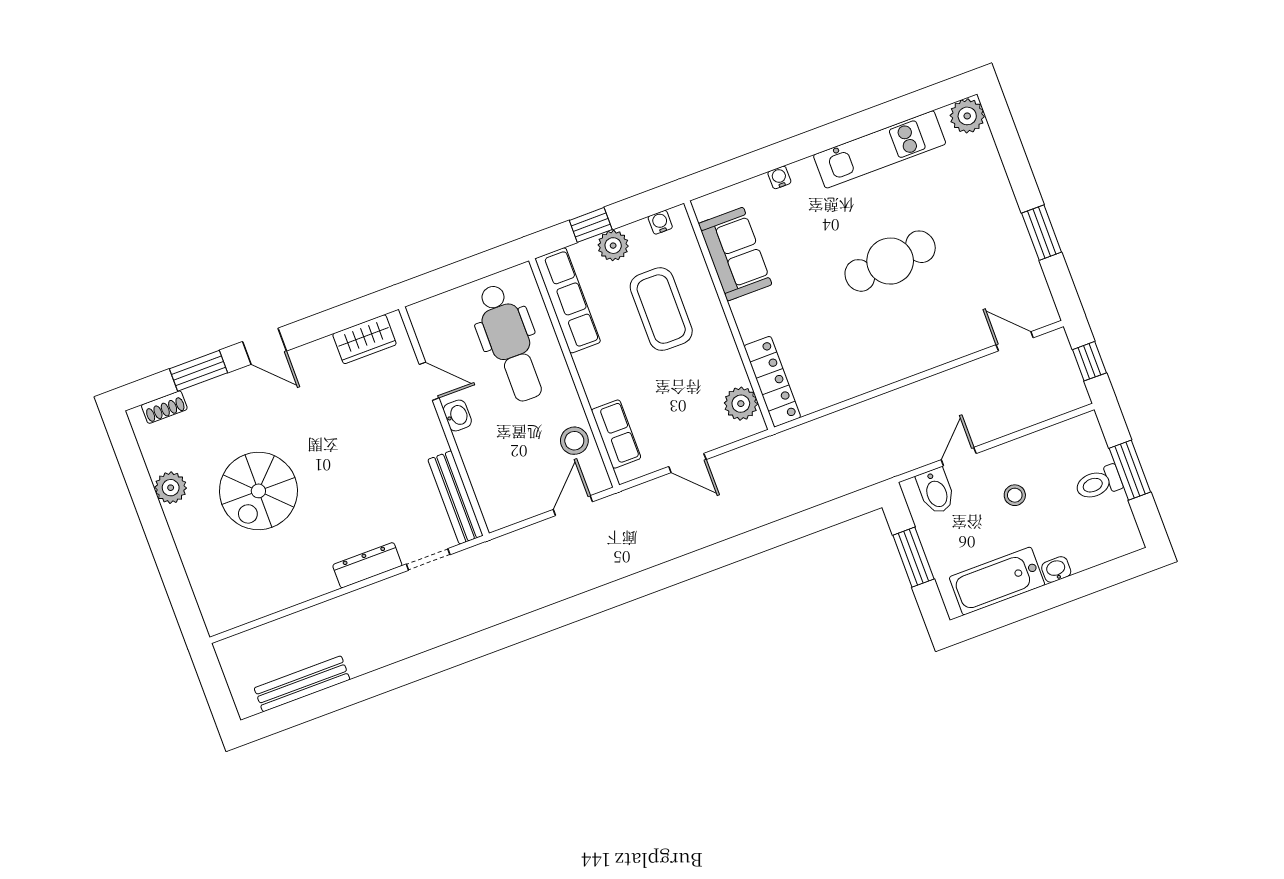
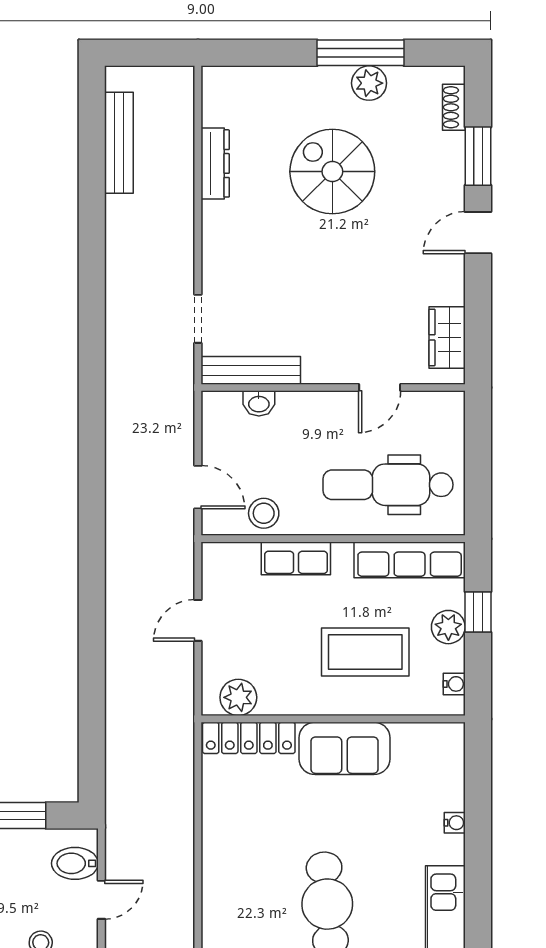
sofa: (735, 254) -> (344, 748), moved
washbasin: (457, 415) -> (259, 403), moved
row of seats: (616, 434) -> (296, 558), moved
door: (959, 457) -> (101, 900), hinge flipped
window: (147, 505) -> (360, 53), added
dresser: (367, 565) -> (215, 163), moved

